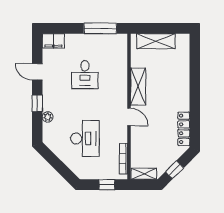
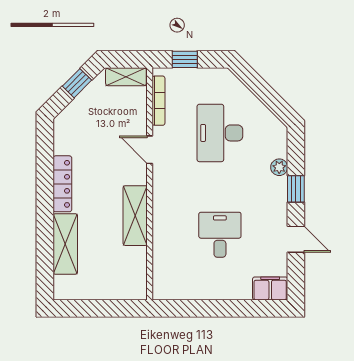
window: (100, 28) -> (195, 308), removed
shelving: (156, 41) -> (65, 244), moved, turned 90
door: (129, 117) -> (150, 150), moved
locker: (184, 129) -> (62, 184), moved

